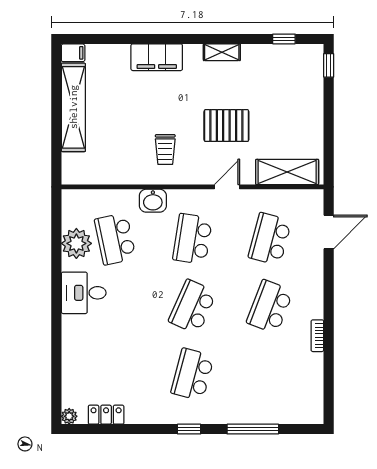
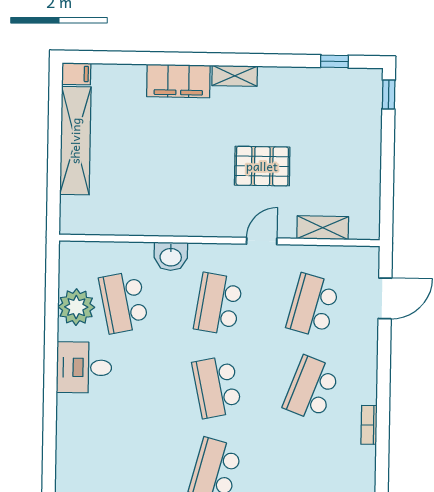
shelving: (222, 52) -> (235, 76), moved
trolley: (165, 149) -> (187, 194), removed
shelving: (287, 172) -> (323, 228), width x0.67, depth x0.75
school desk: (192, 307) -> (217, 387), turned -36

